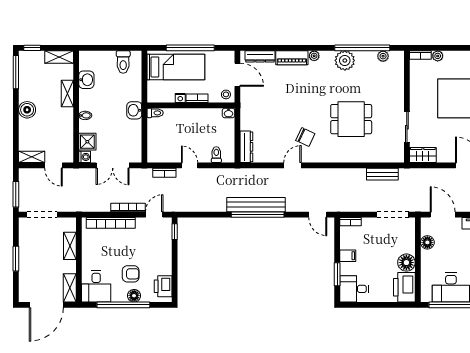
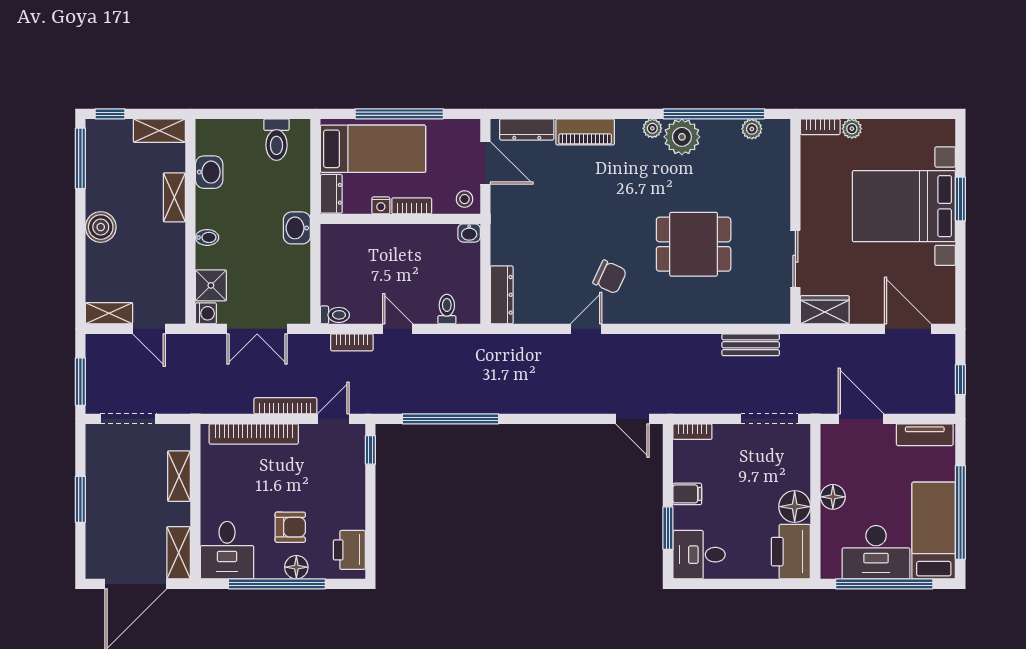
plant: (314, 56) -> (652, 128), moved
dresser: (153, 92) -> (331, 194), added
toilet: (155, 113) -> (335, 315), moved
bench: (256, 205) -> (520, 401), removed
window: (258, 215) -> (450, 419), moved
floor lamp: (427, 242) -> (833, 497), moved

